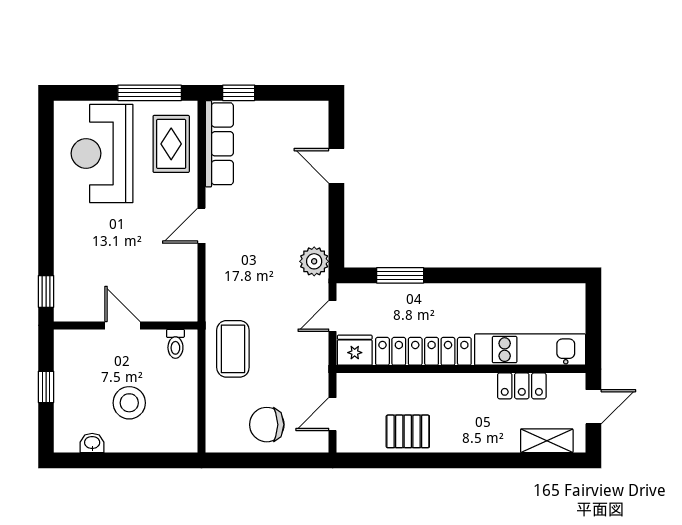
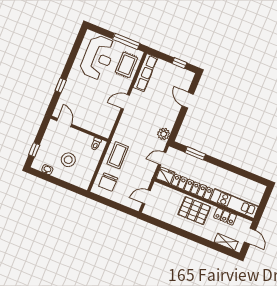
window: (239, 93) -> (179, 63), moved
reception desk: (102, 153) -> (98, 57), turned 180
window: (46, 291) -> (61, 85), moved
door: (123, 325) -> (64, 123), moved
window: (46, 387) -> (34, 150), moved
door: (593, 407) -> (250, 236), hinge flipped
chair: (267, 425) -> (108, 182), moved, turned -90
pallet: (408, 431) -> (194, 211), moved, width x1.50, depth x1.42

